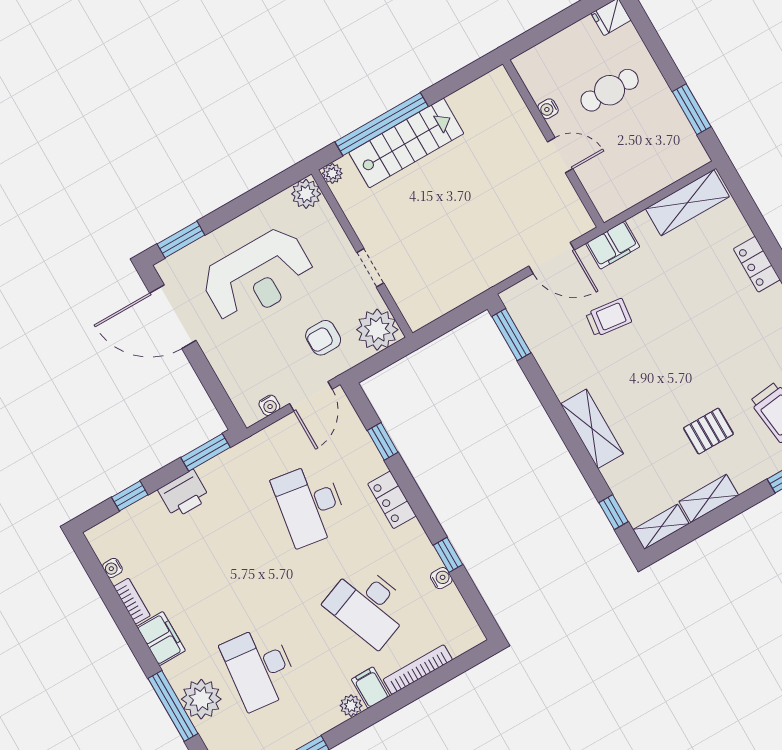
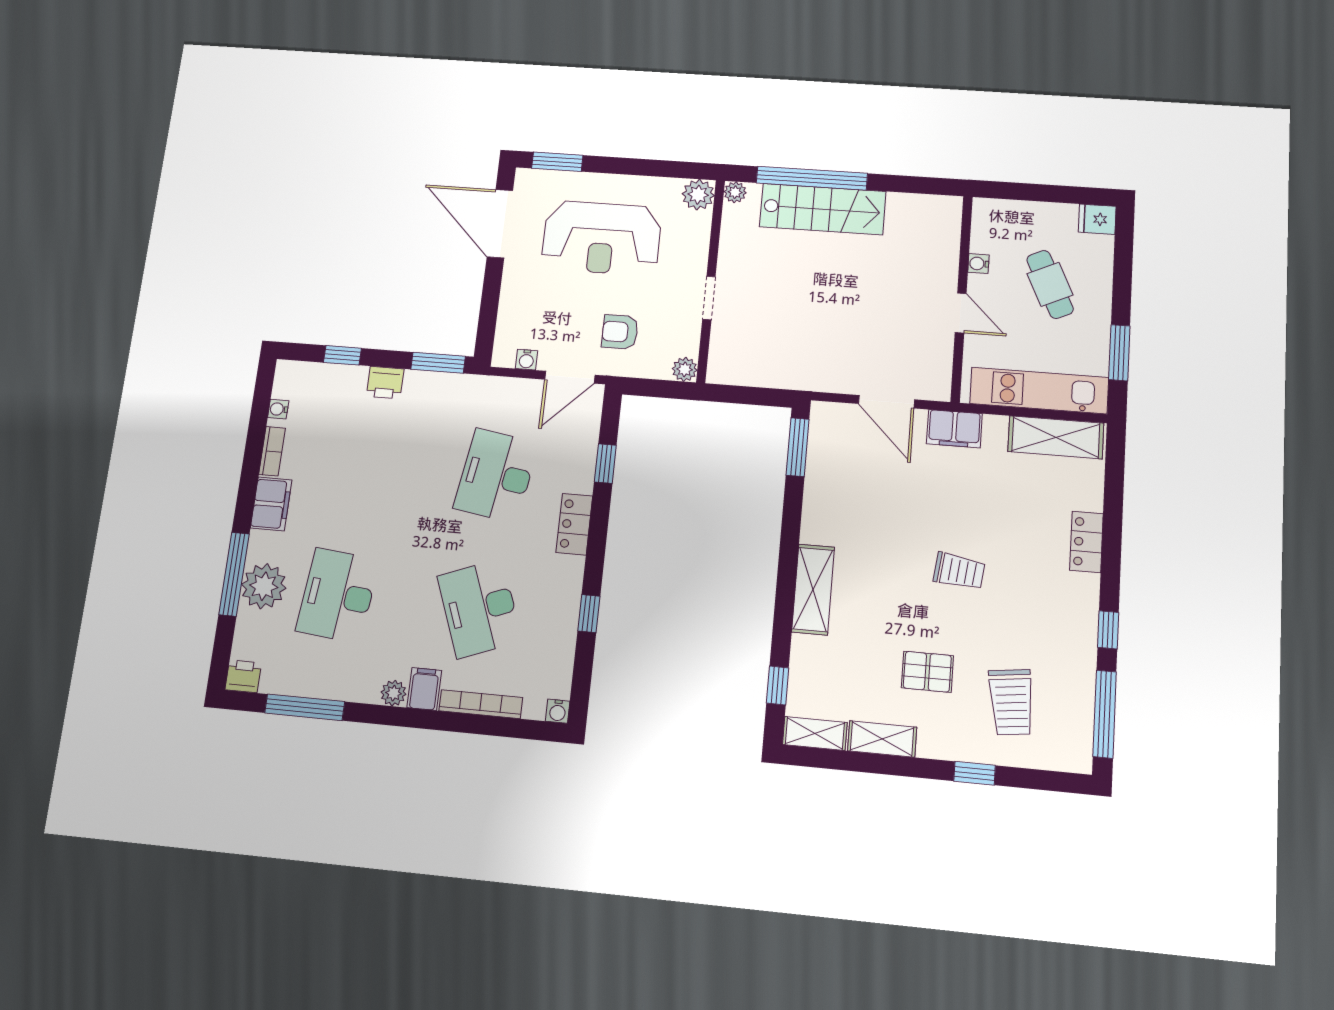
cafe table: (610, 90) -> (1050, 284), turned 65
kitchen unit: (653, 176) -> (1039, 390), added
trolley: (609, 318) -> (959, 571), moved
plant: (377, 330) -> (685, 369), width x0.53, depth x0.53
printer: (184, 494) -> (385, 383), width x0.73, depth x0.81
water cooler: (441, 578) -> (558, 711), moved, turned 90

